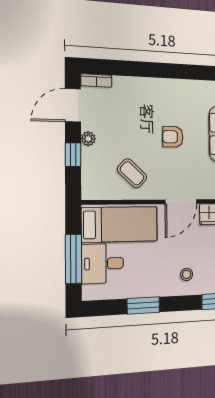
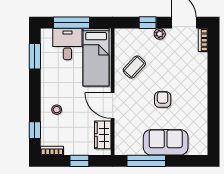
window: (143, 305) -> (35, 56), moved

